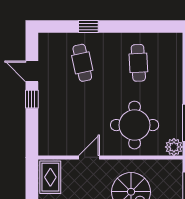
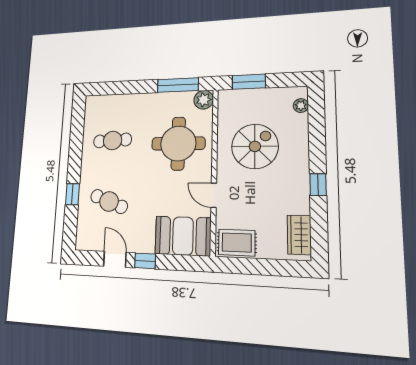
cafe table: (82, 63) -> (109, 201), turned 33
door: (32, 71) -> (115, 259), swing flipped
booth: (54, 132) -> (183, 236), added

